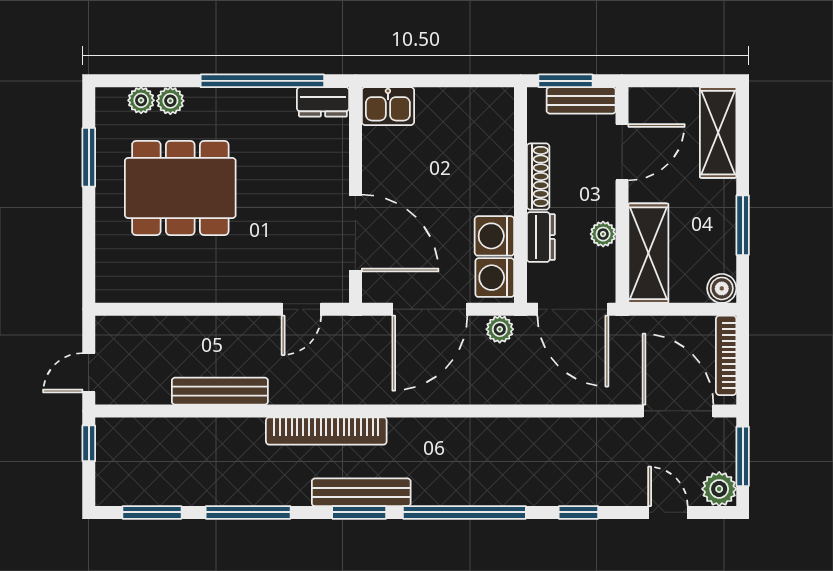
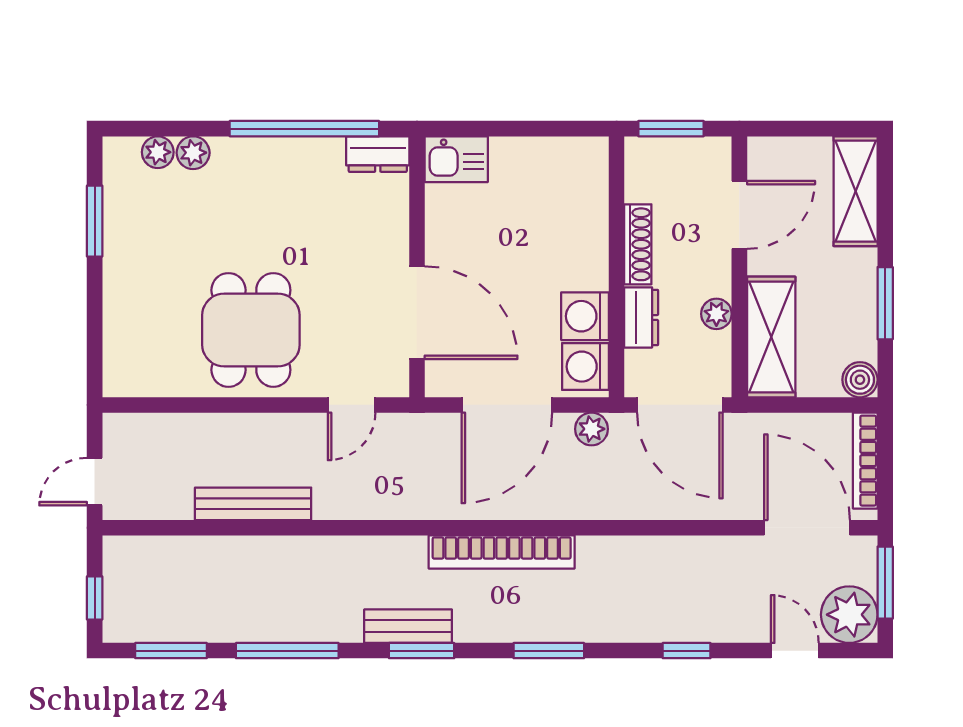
bench: (581, 100) -> (690, 152), removed
dining table: (180, 188) -> (251, 330), moved, width x0.73
bookcase: (326, 431) -> (502, 552), moved
window: (89, 443) -> (95, 598), moved
plant: (719, 489) -> (849, 615), width x1.36, depth x1.36
bench: (361, 492) -> (408, 626), width x0.73
window: (464, 512) -> (549, 651), width x0.47

